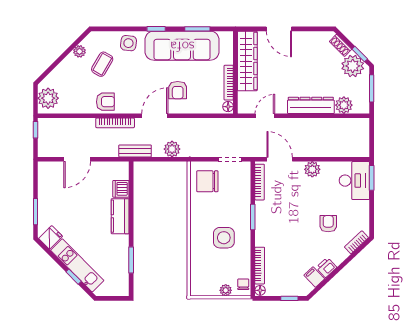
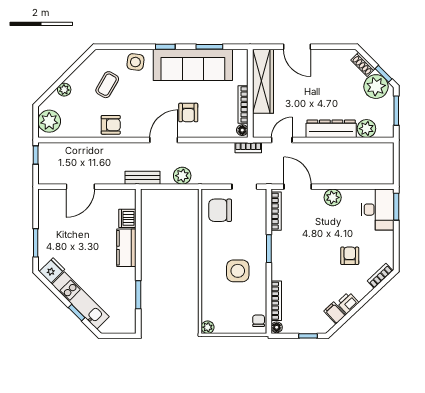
plant: (79, 51) -> (64, 90), moved
bookcase: (115, 123) -> (248, 148), moved, width x0.64
plant: (226, 290) -> (208, 327), moved

